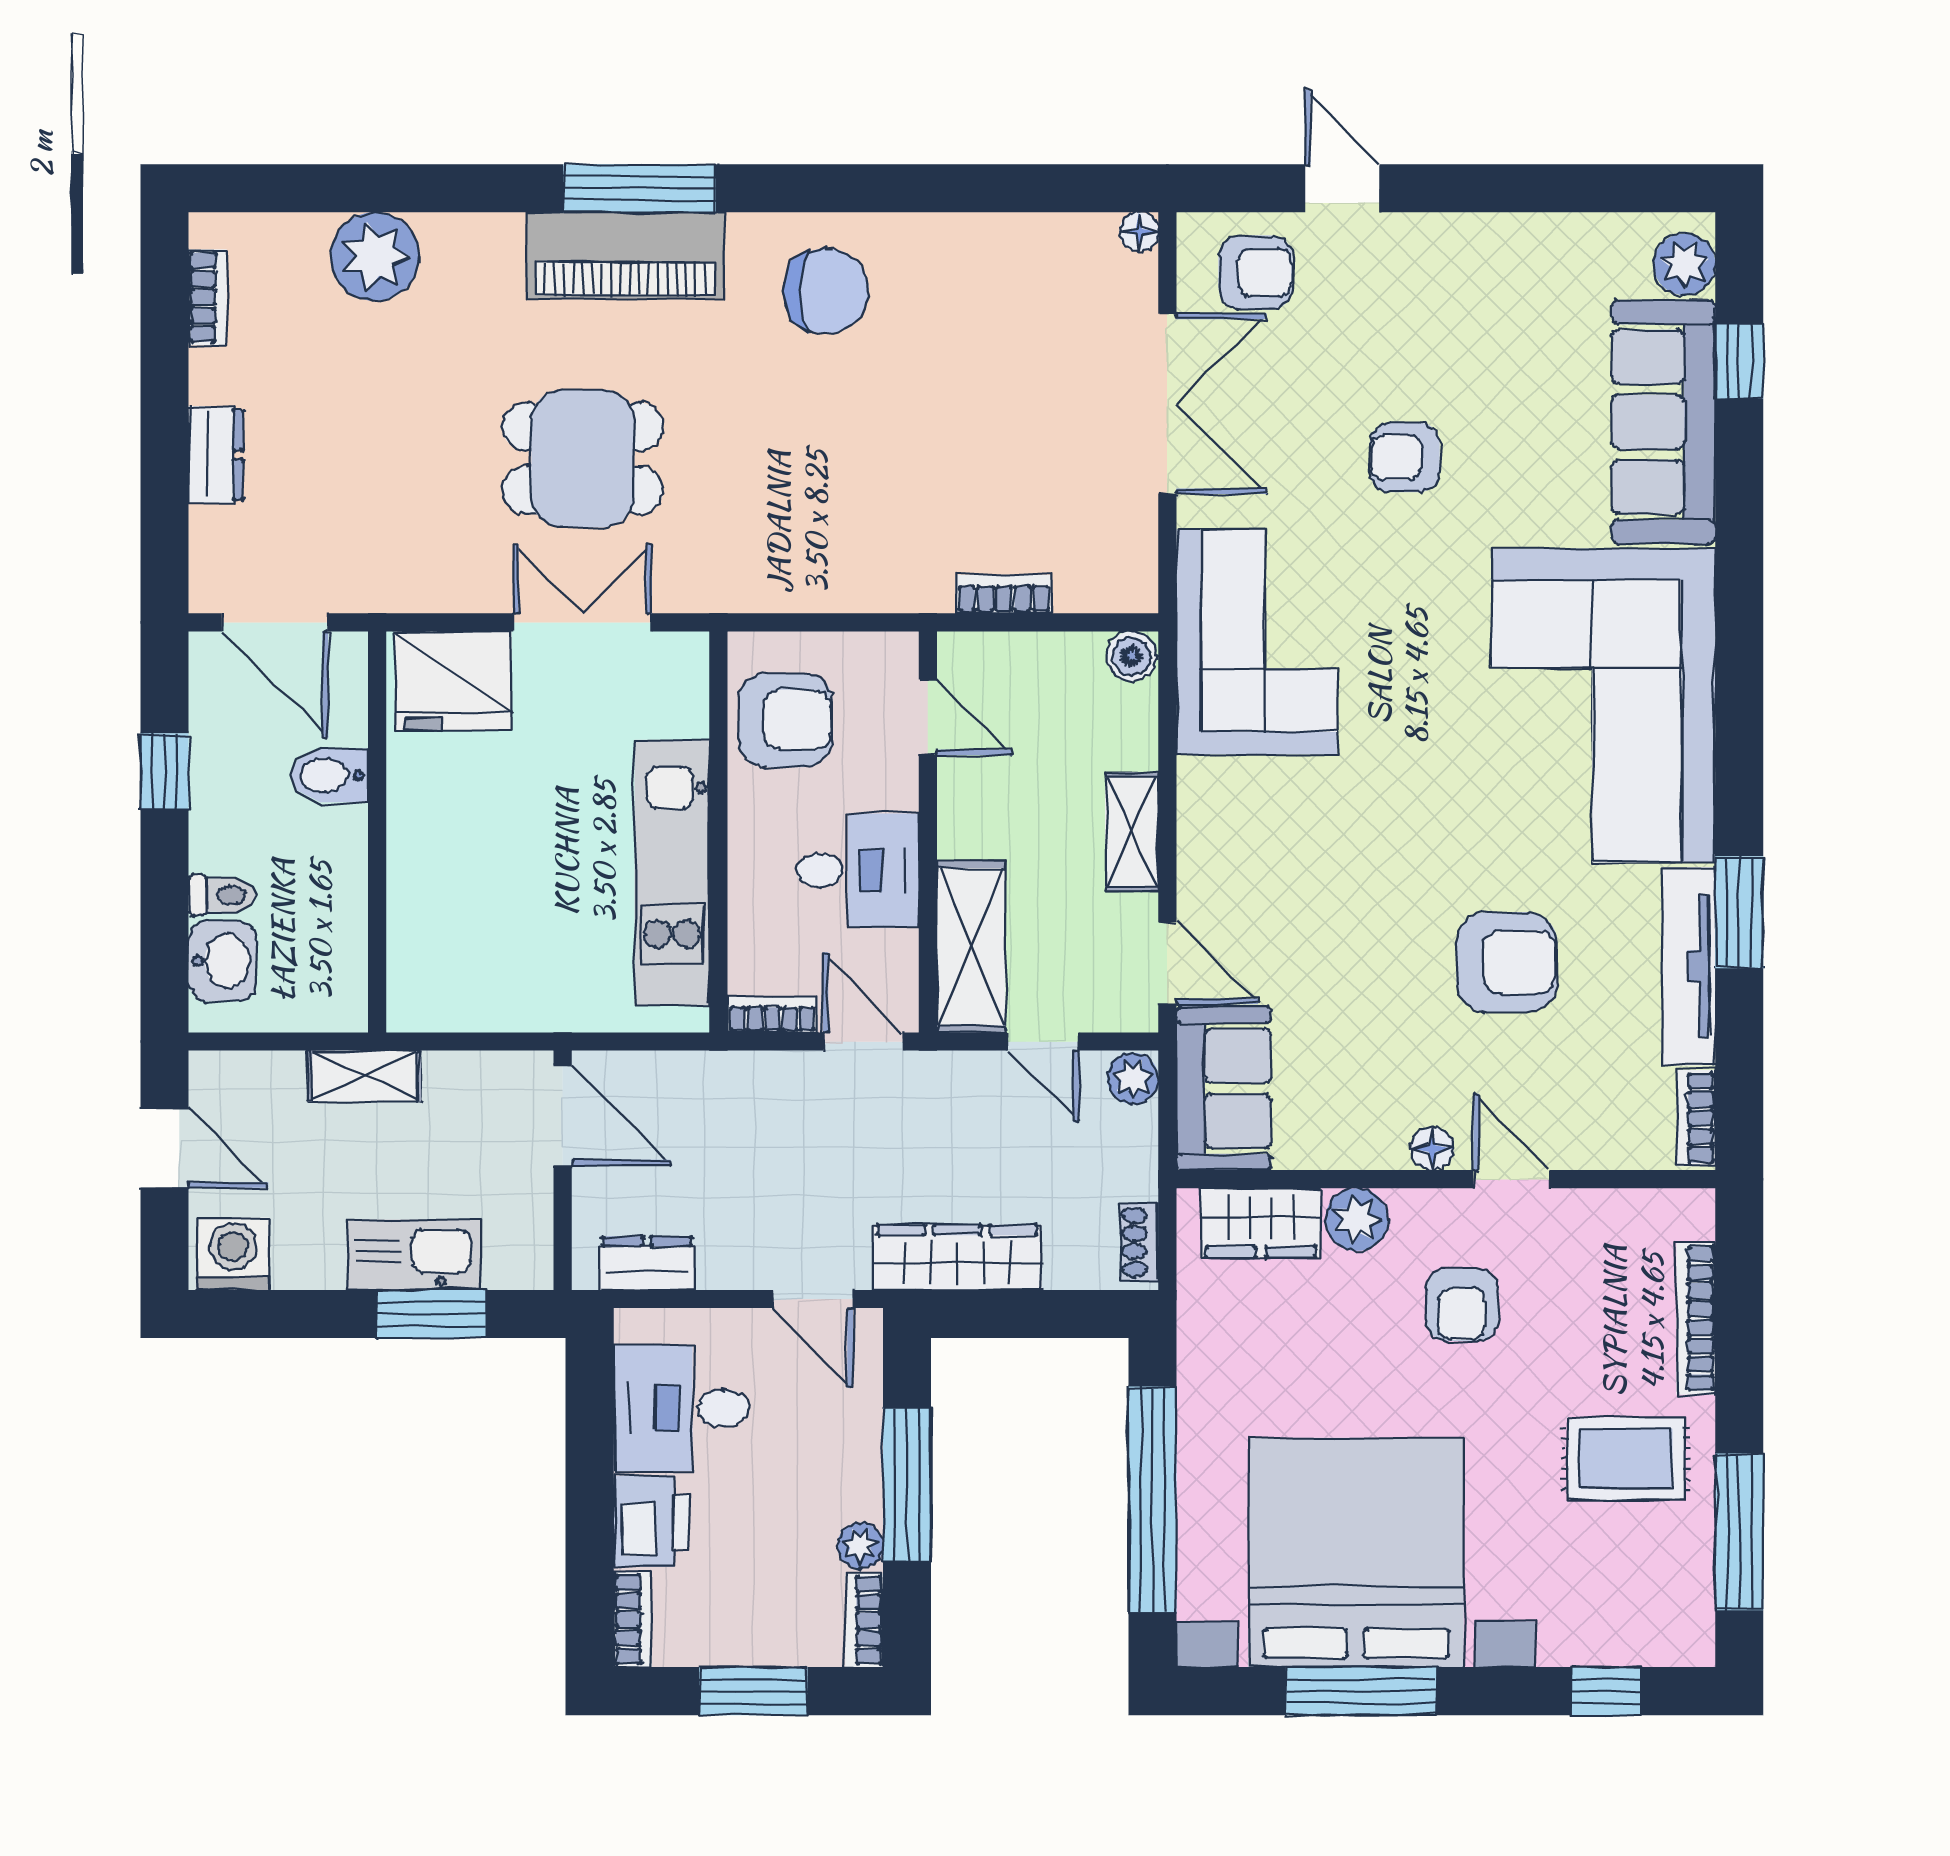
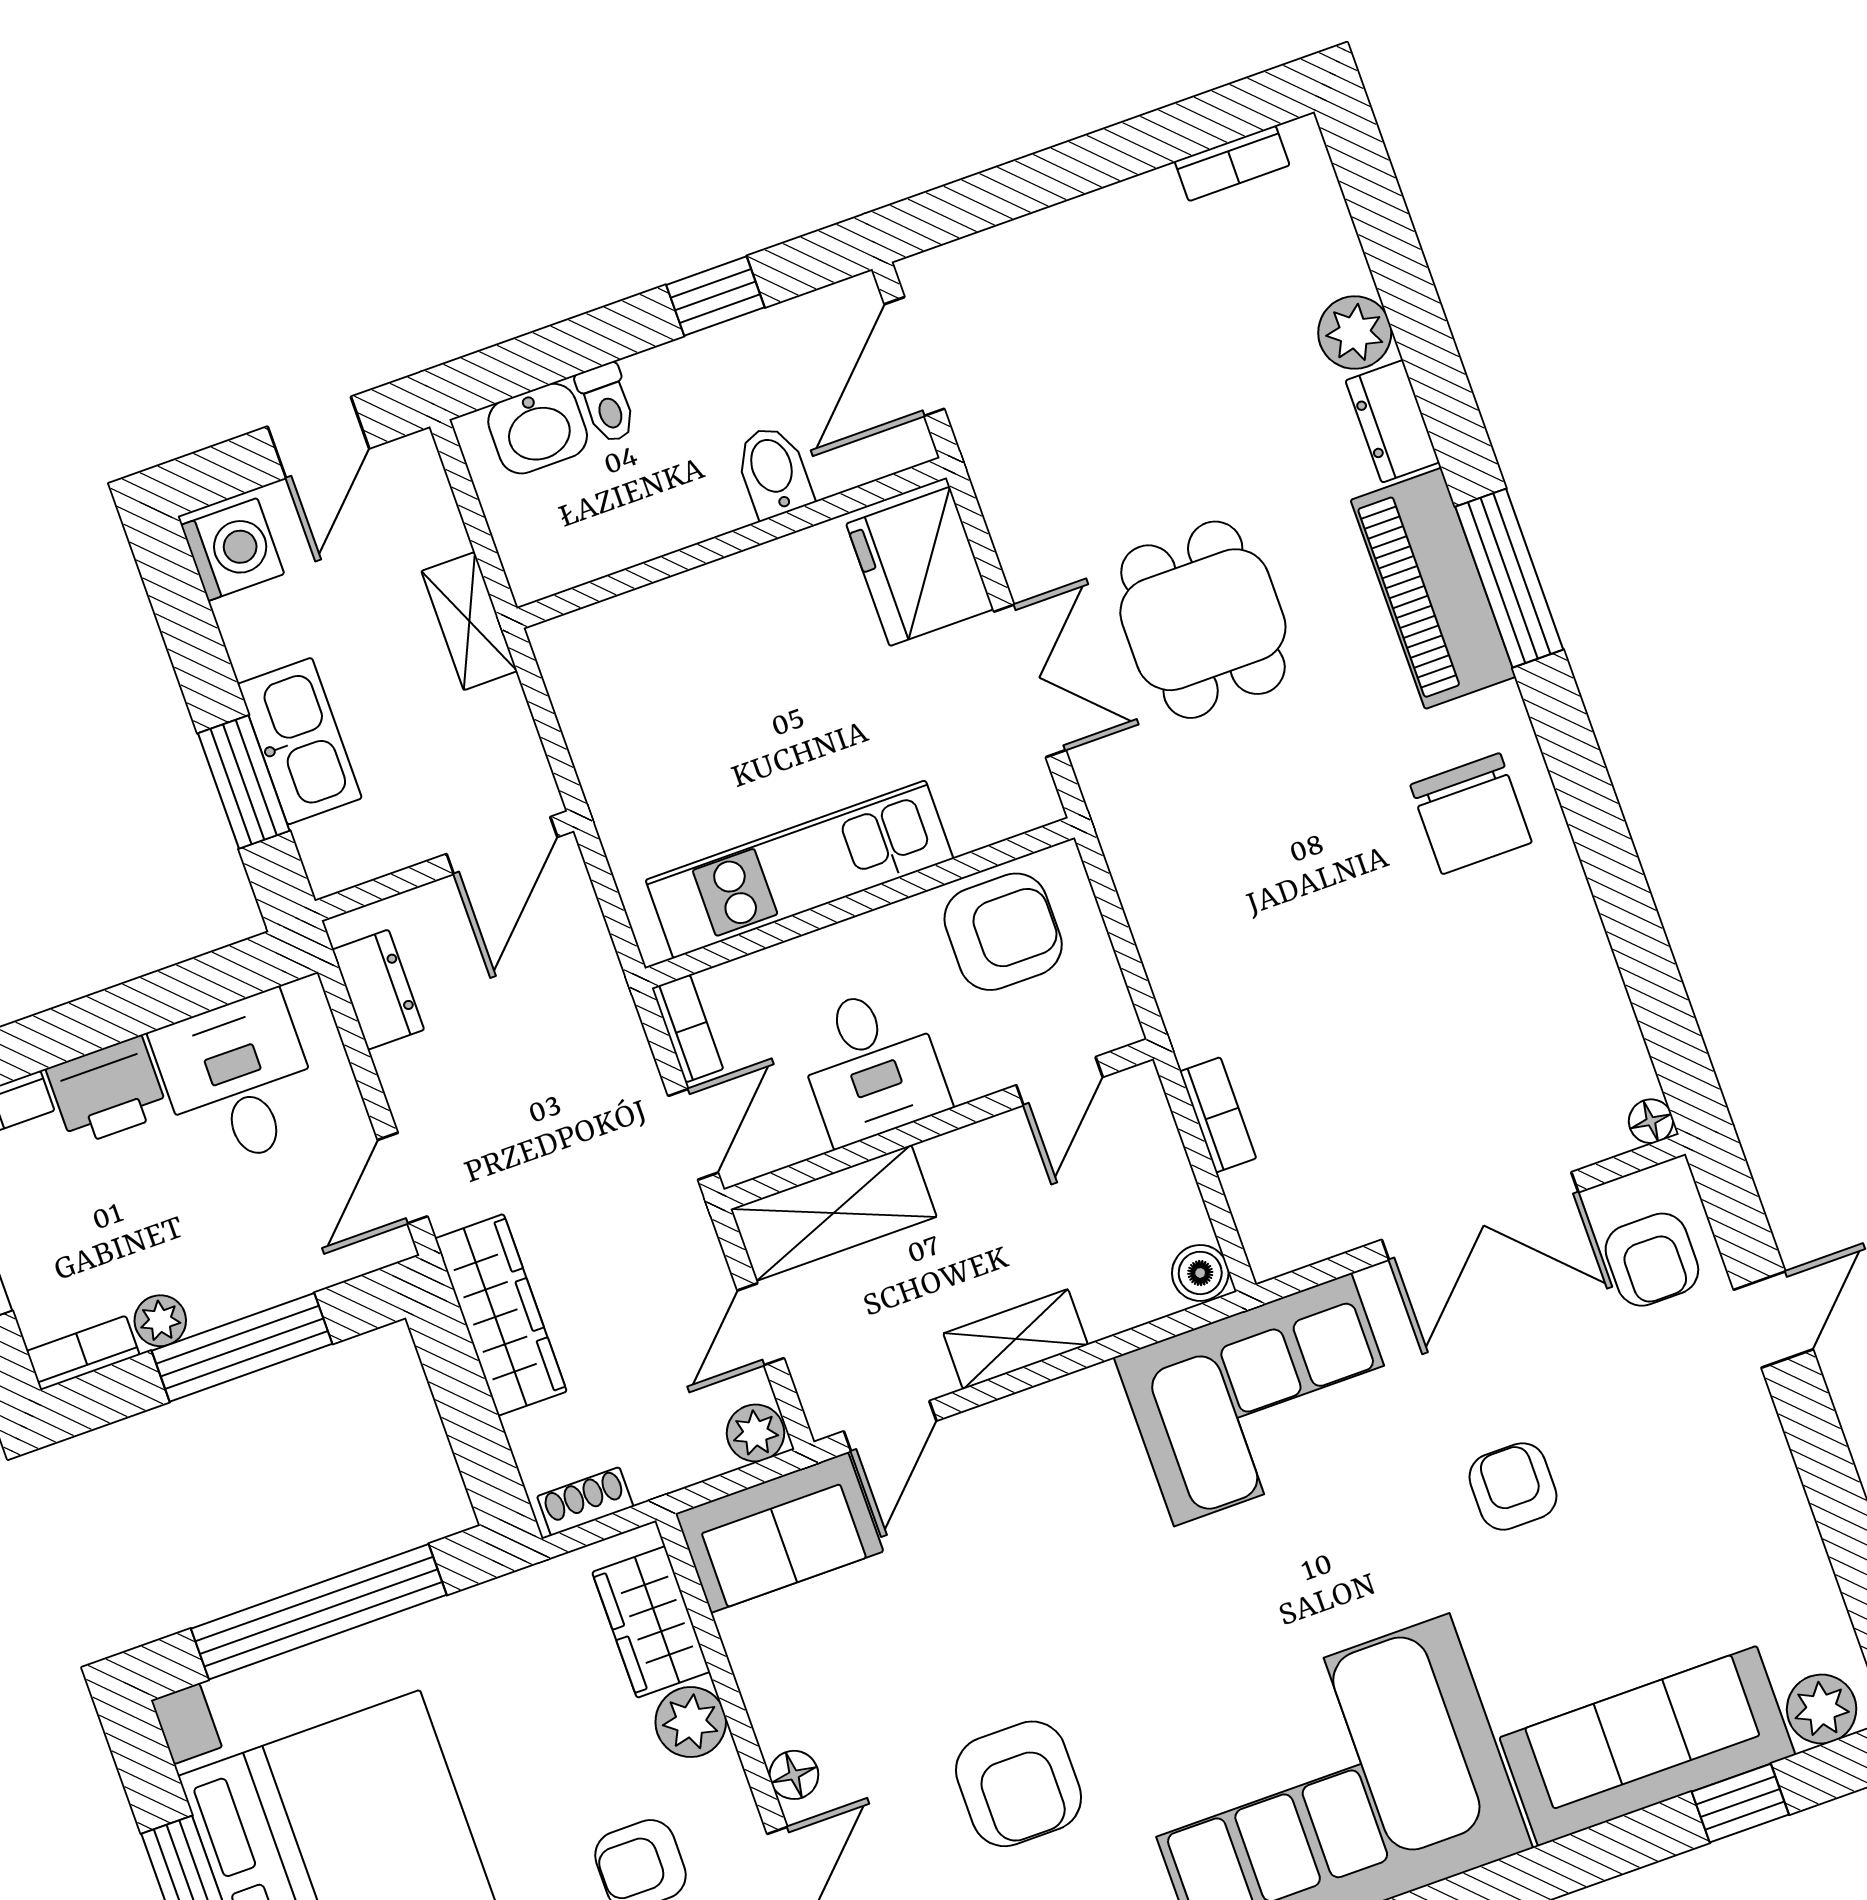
plant: (375, 257) -> (1355, 333), width x0.73, depth x0.73
dresser: (216, 455) -> (1392, 421), moved, turned 90
armchair: (785, 720) -> (1003, 932), turned -90

